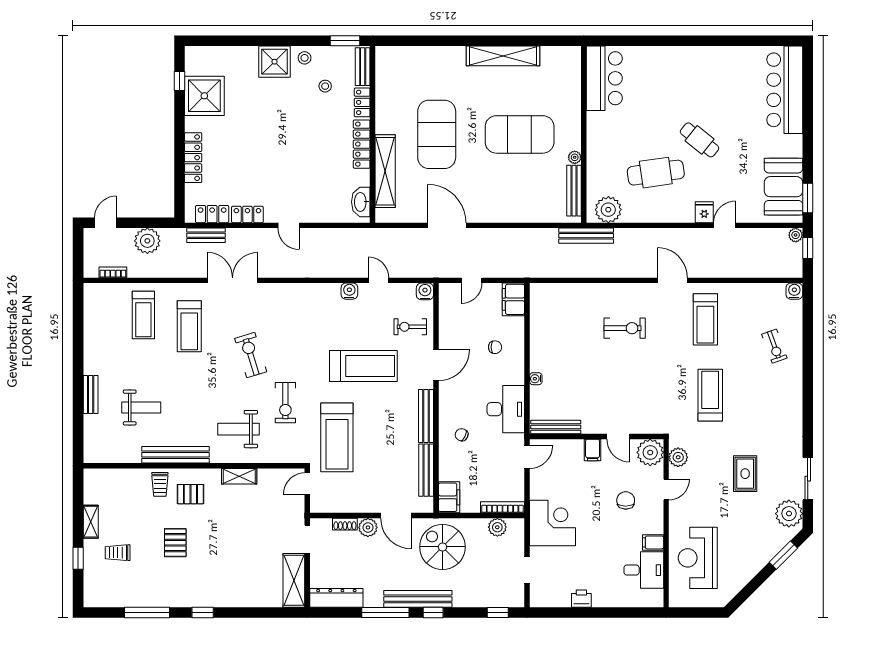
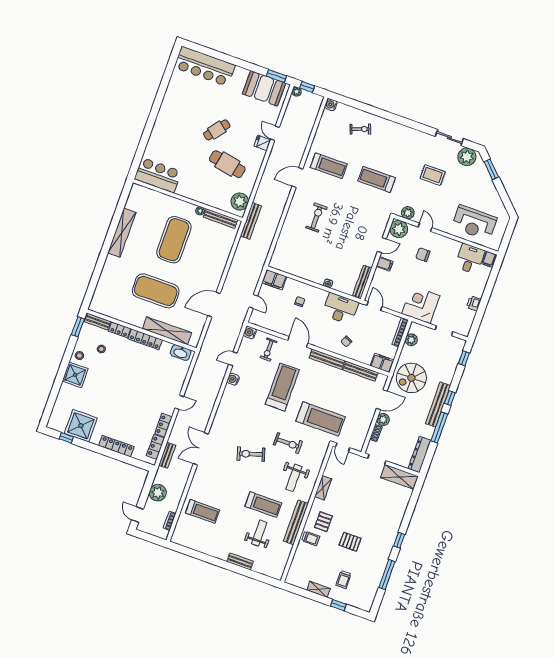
cafe table: (656, 173) -> (227, 164), turned -71
treadmill: (189, 326) -> (263, 505), moved
filing cabinet: (653, 542) -> (489, 259), moved

